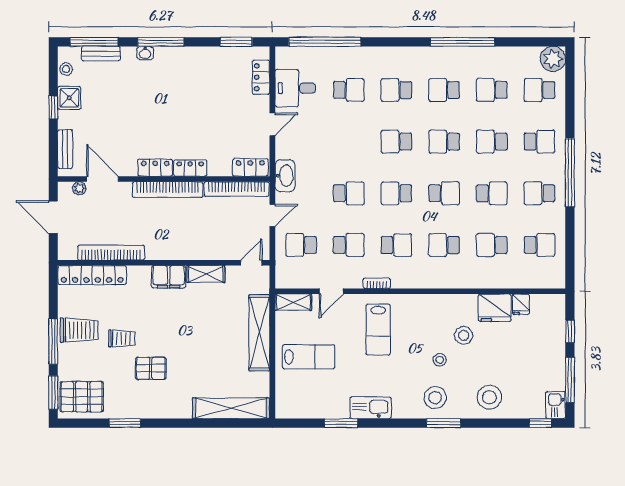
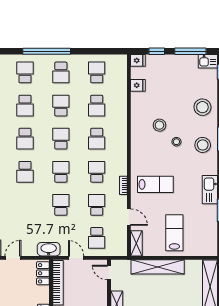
door: (272, 124) -> (13, 258), hinge flipped
school desk: (396, 193) -> (61, 172), turned 180
fridge: (495, 308) -> (138, 60), moved, width x0.53, depth x0.75

